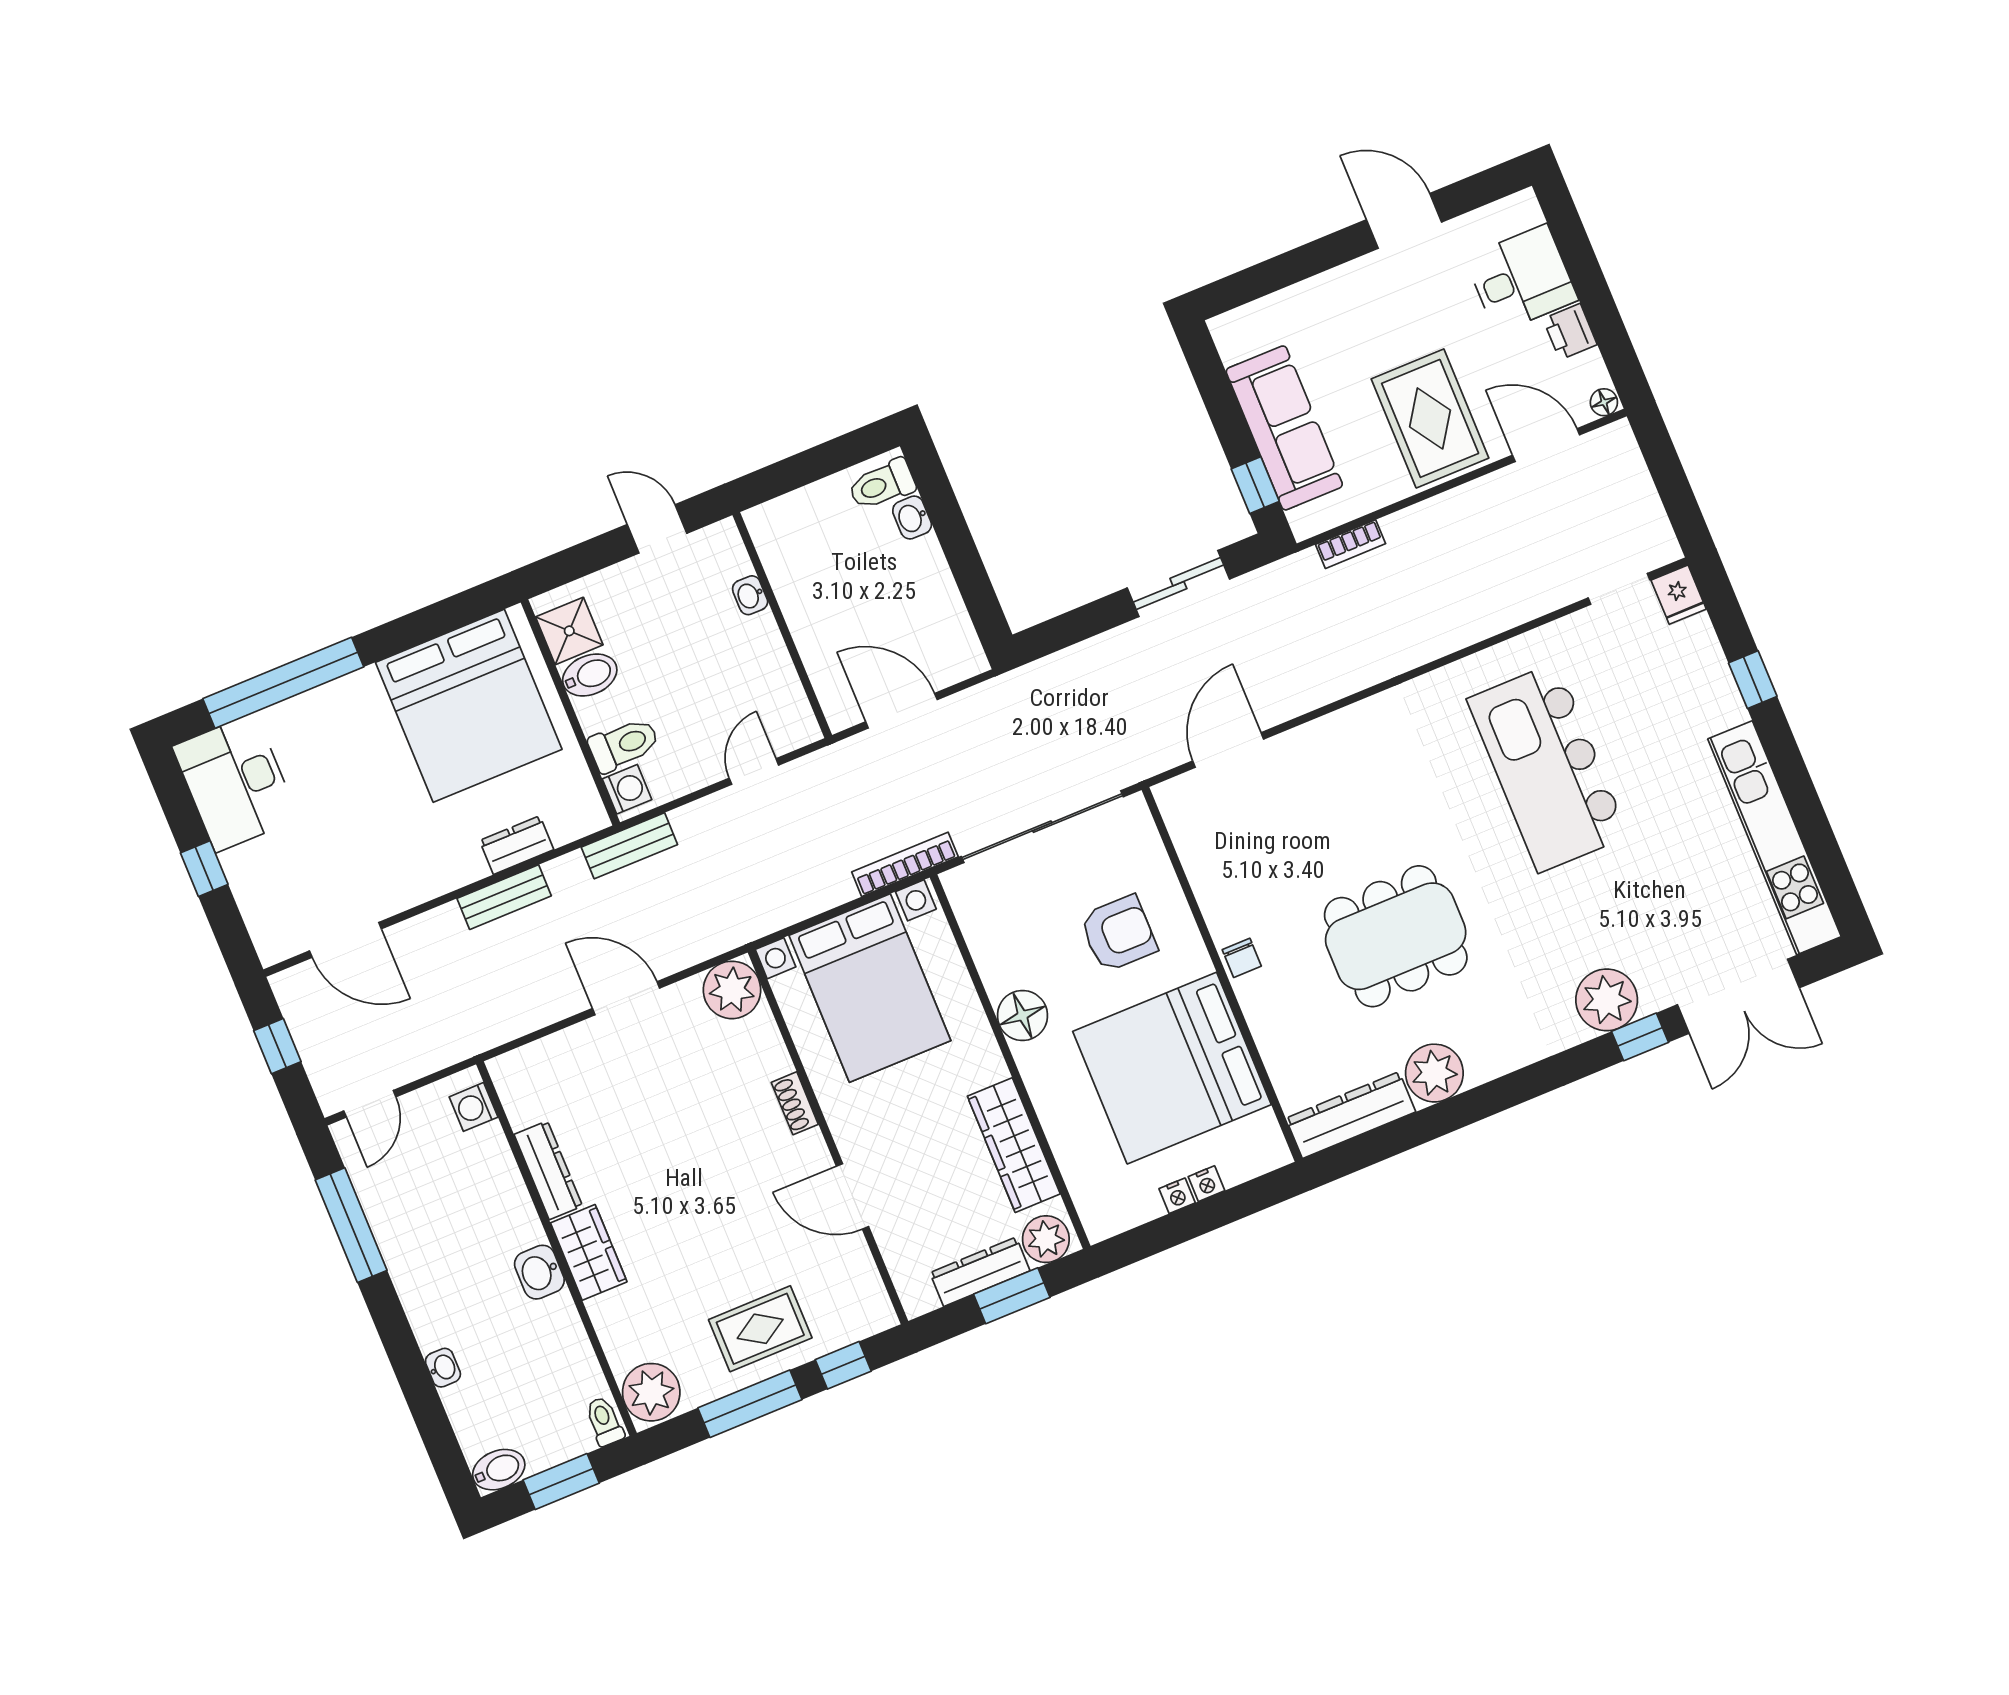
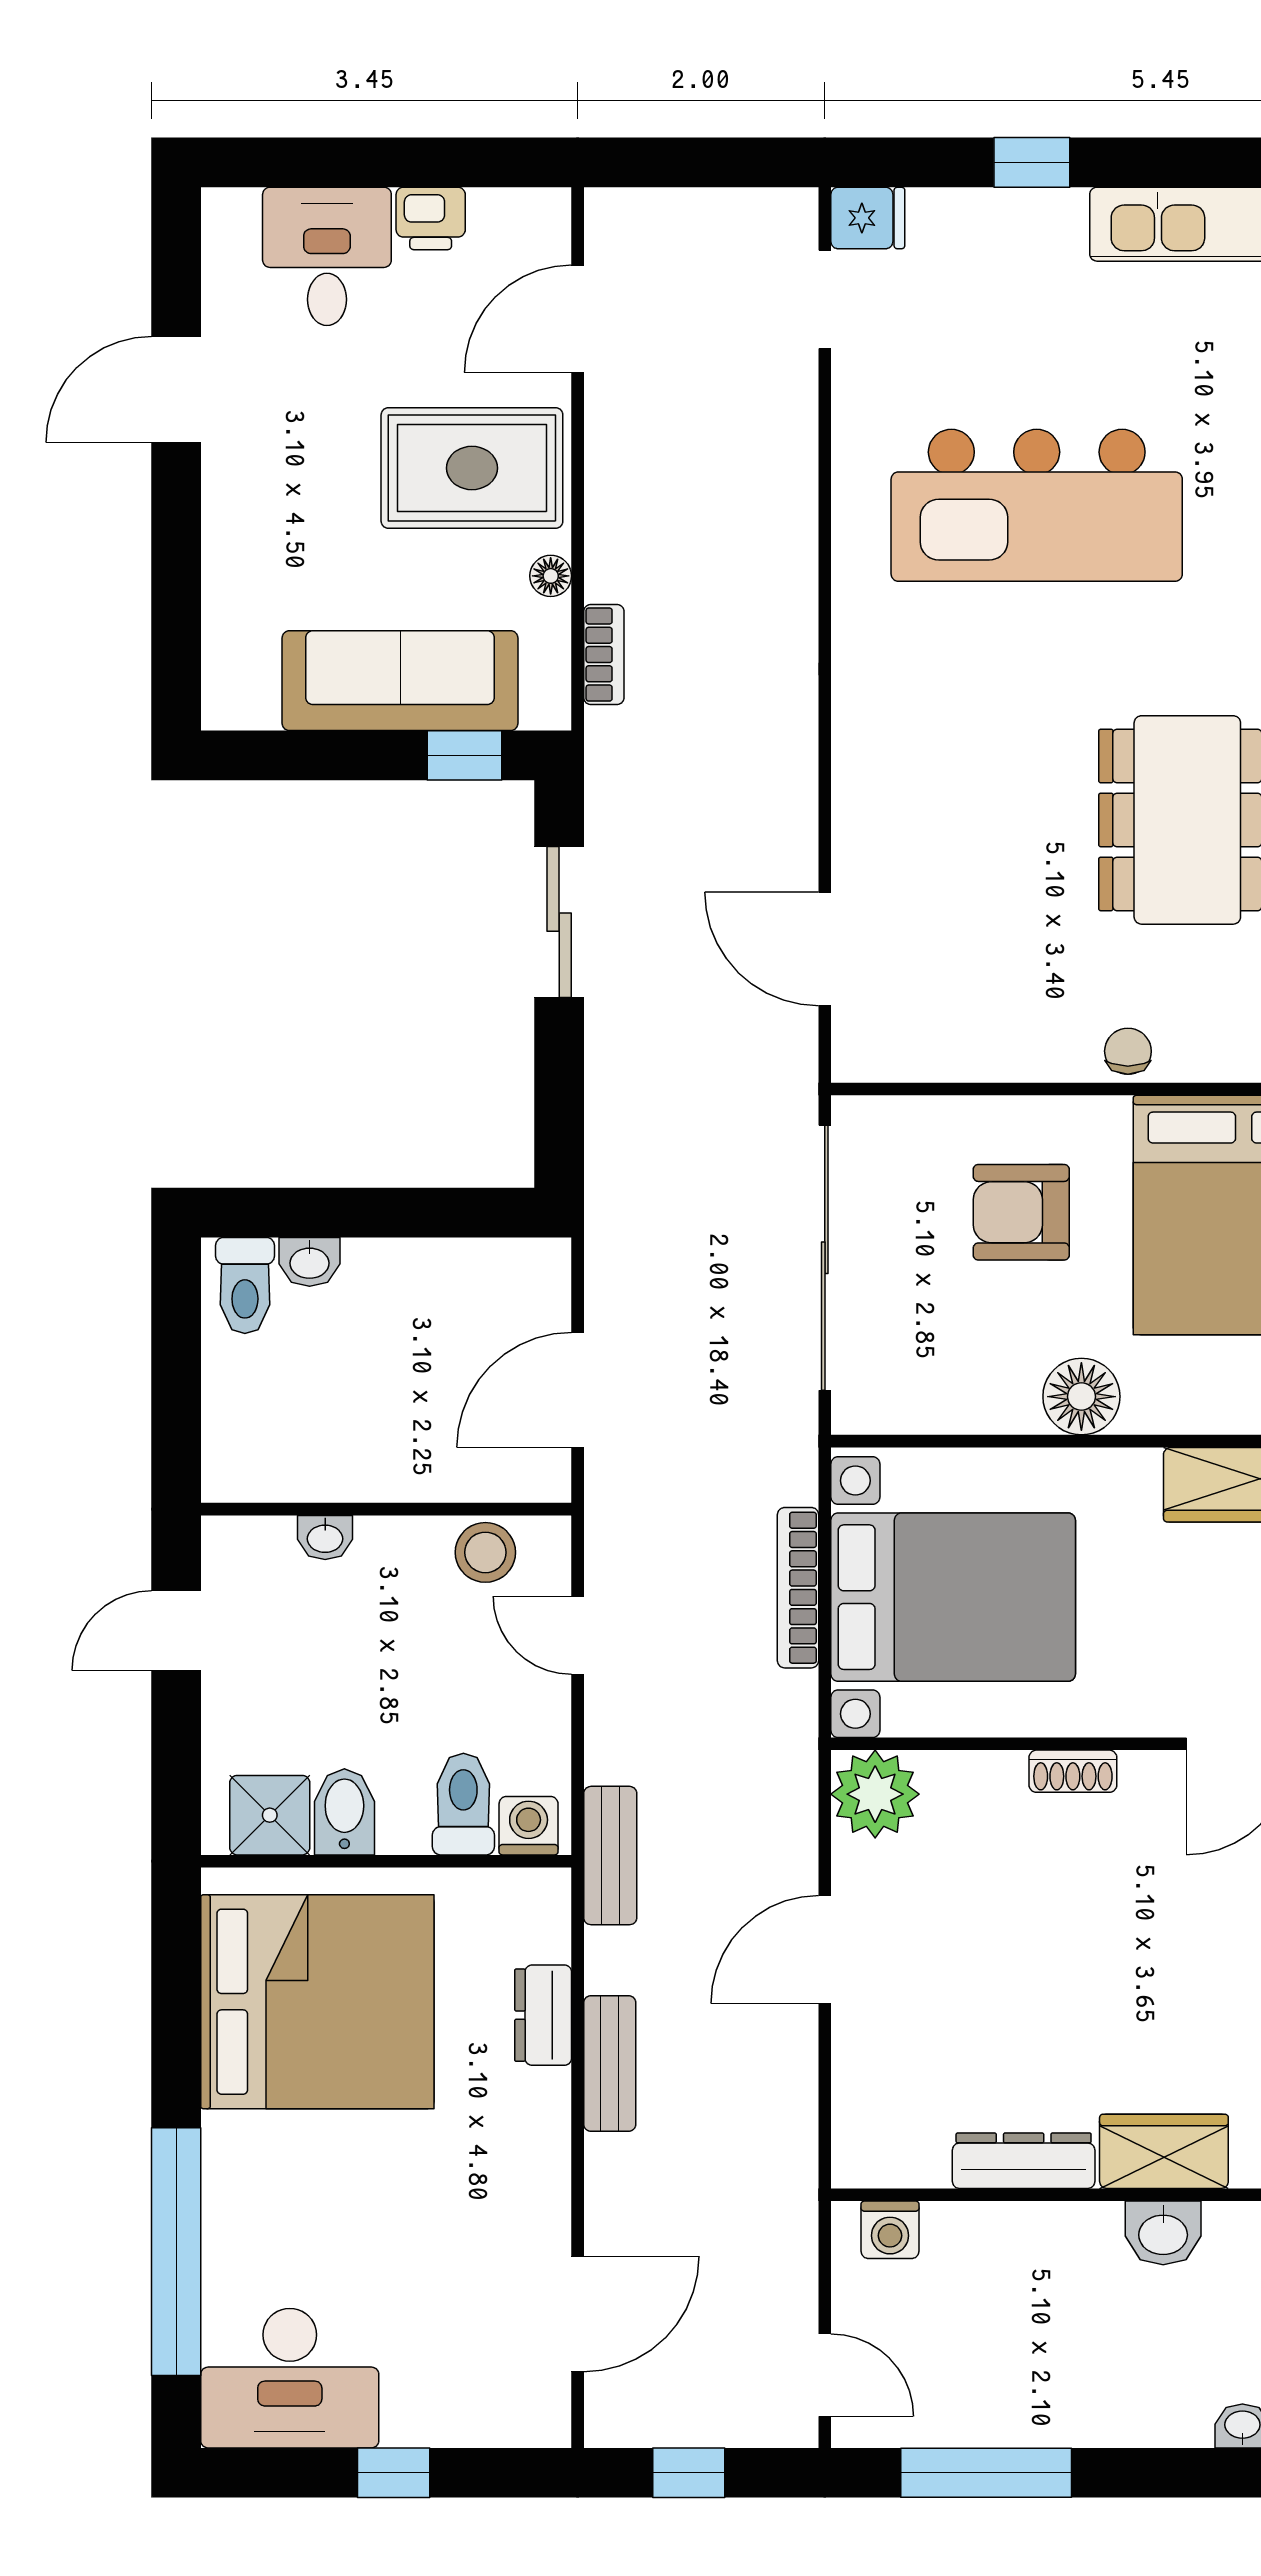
floor lamp: (1604, 402) -> (551, 576), moved
stool: (781, 695) -> (485, 1552), added
bookcase: (905, 864) -> (798, 1588), moved
armchair: (1118, 934) -> (1021, 1212), turned -90
chair: (1242, 958) -> (1128, 1051), turned -90

